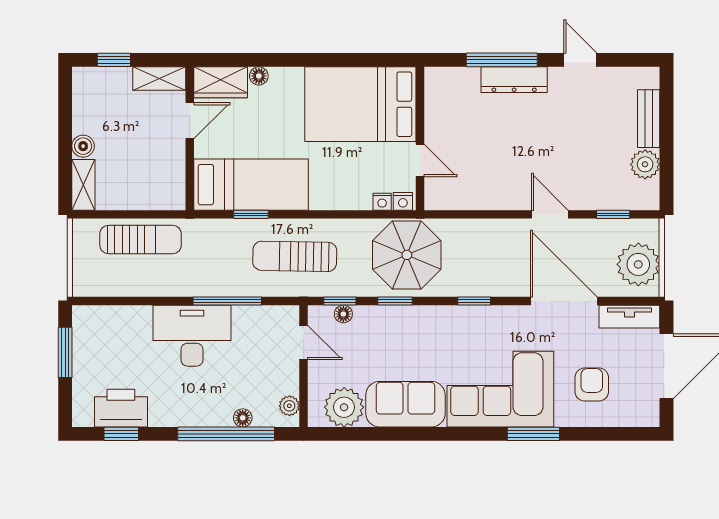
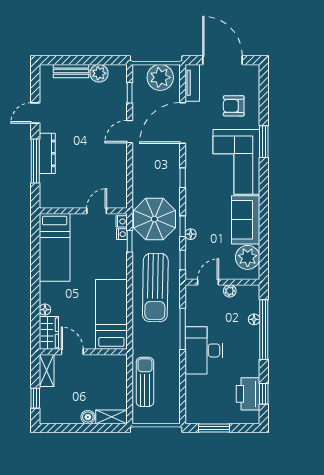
bed: (360, 104) -> (55, 247), width x0.67
window: (251, 214) -> (130, 241), moved
sun lounger: (295, 256) -> (155, 288), width x1.36, depth x1.34
floor lamp: (343, 314) -> (191, 234), moved
plant: (289, 406) -> (230, 291), moved

